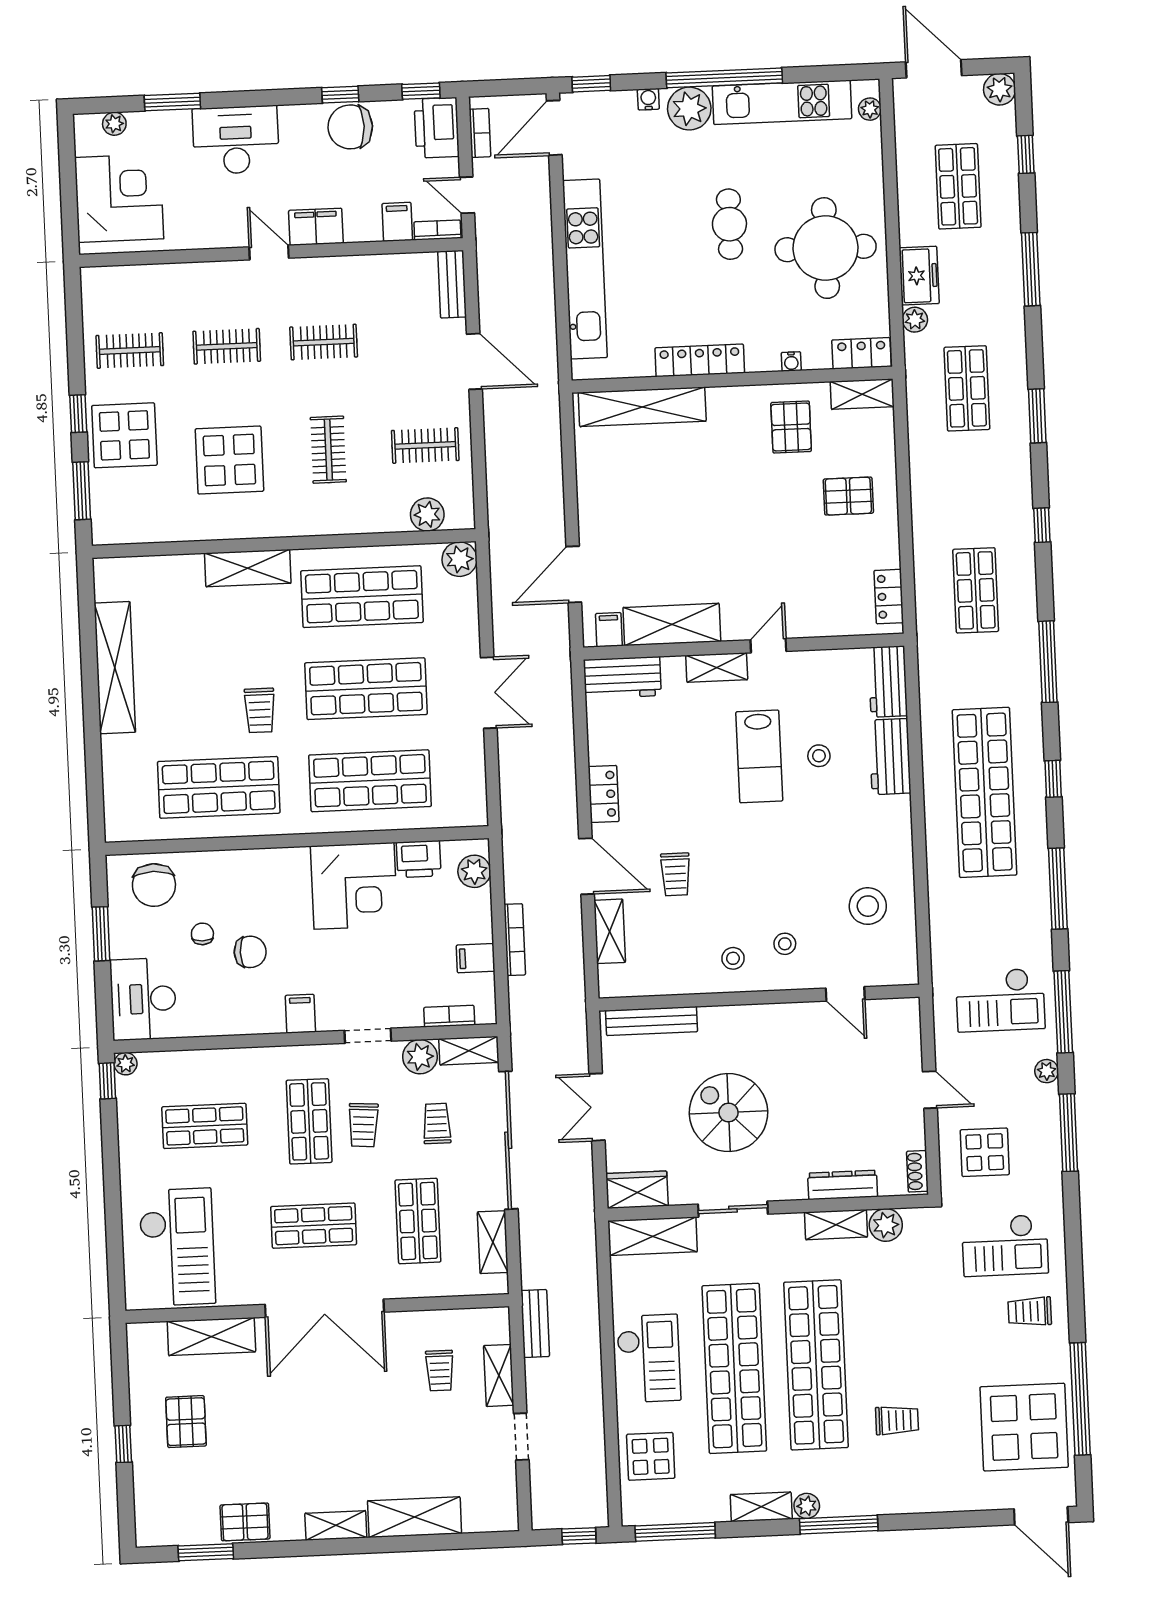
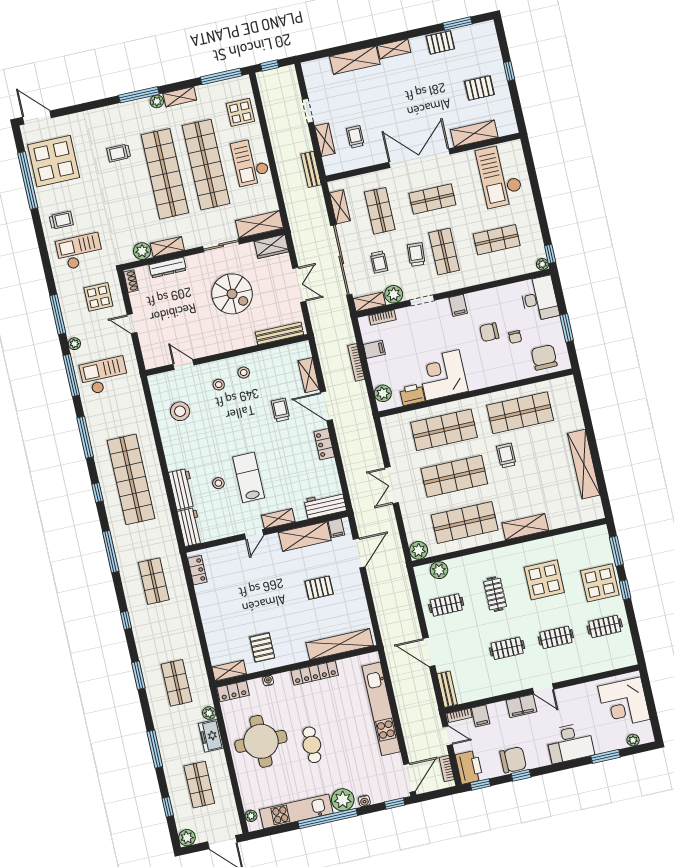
pallet: (848, 496) -> (319, 588), moved
pallet: (186, 1422) -> (479, 88), turned 90

